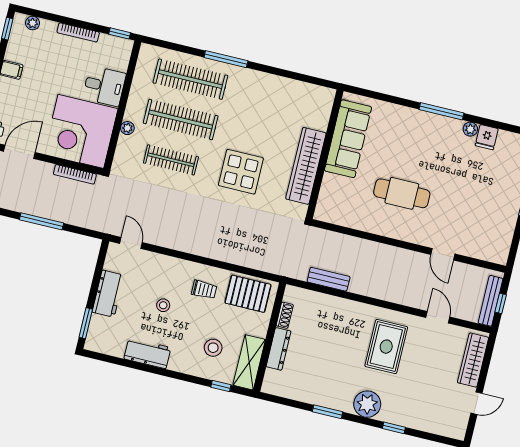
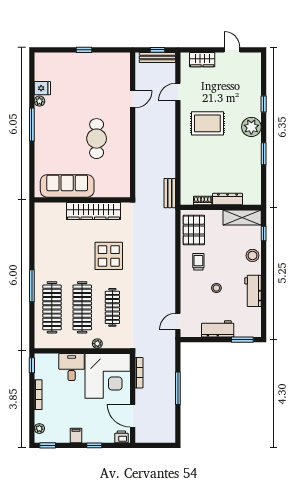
bench: (329, 279) -> (170, 193), moved
stool: (213, 348) -> (252, 255), moved
wardrobe: (473, 360) -> (202, 60), width x0.67

